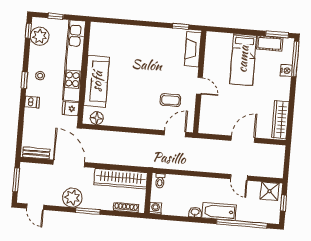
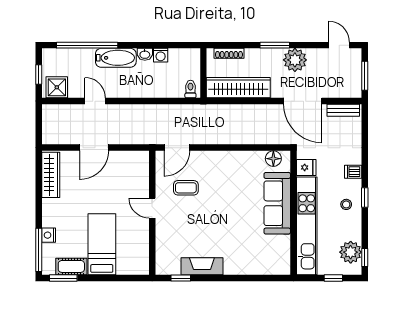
fireplace: (193, 49) -> (202, 266), moved, turned -90
washing machine: (155, 208) -> (161, 55), moved

